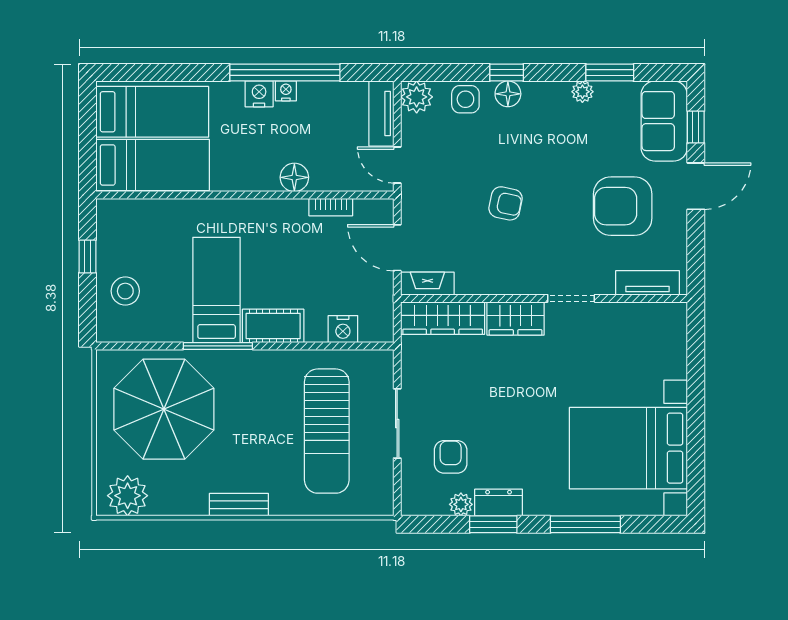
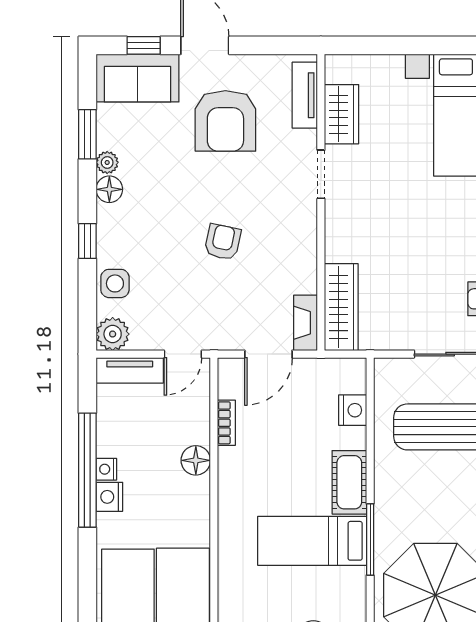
floor lamp: (508, 94) -> (109, 189), moved
wardrobe: (516, 318) -> (342, 114), moved

